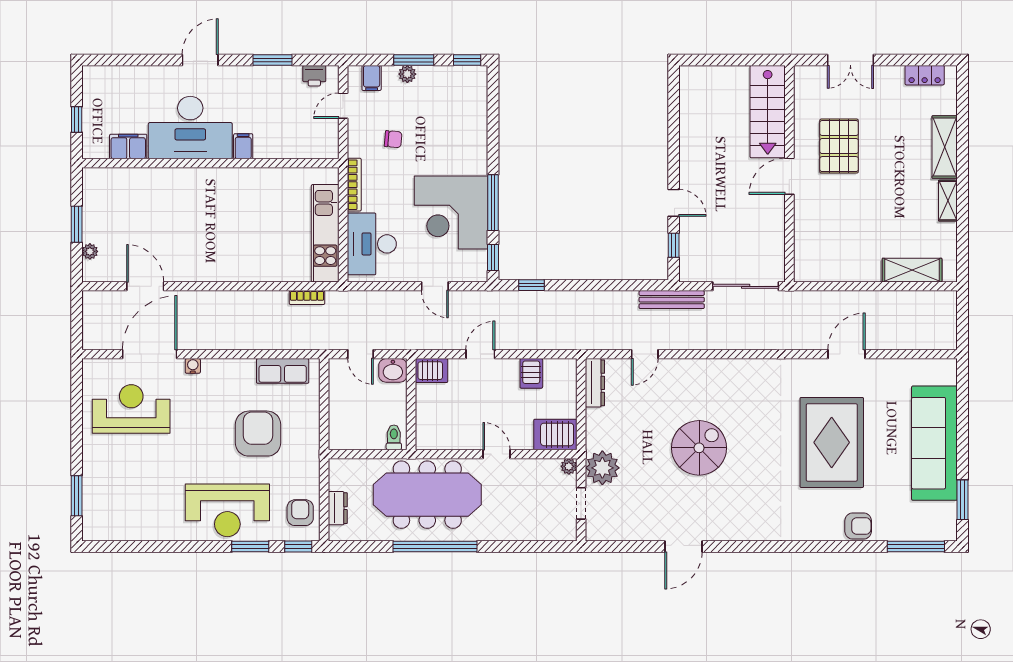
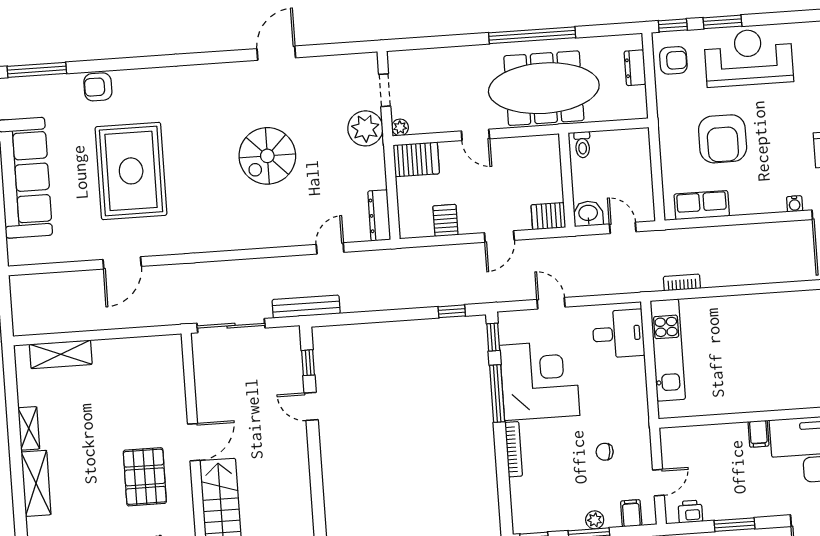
bookcase: (354, 185) -> (514, 449), moved, turned 180
desk: (372, 244) -> (618, 334), width x0.73
armchair: (300, 513) -> (673, 60), turned -90

